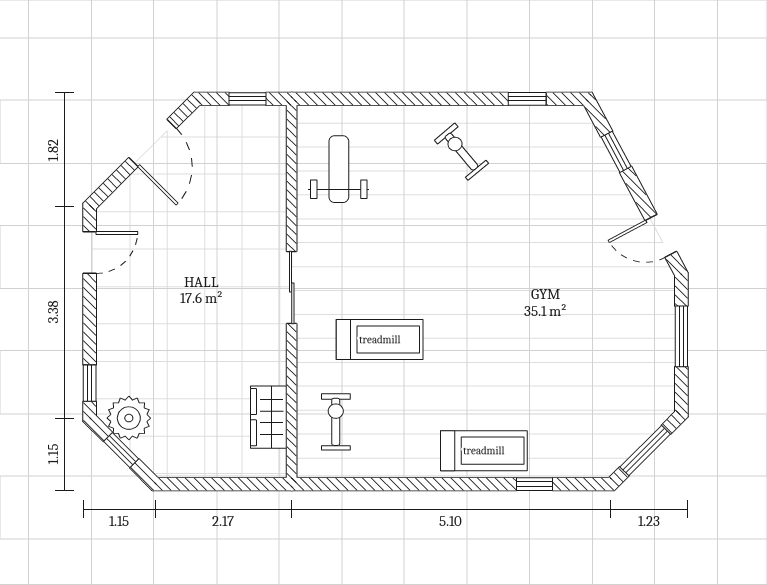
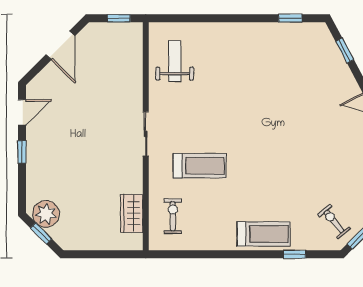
exercise bike: (461, 152) -> (334, 221), moved
window: (90, 383) -> (22, 152), moved

